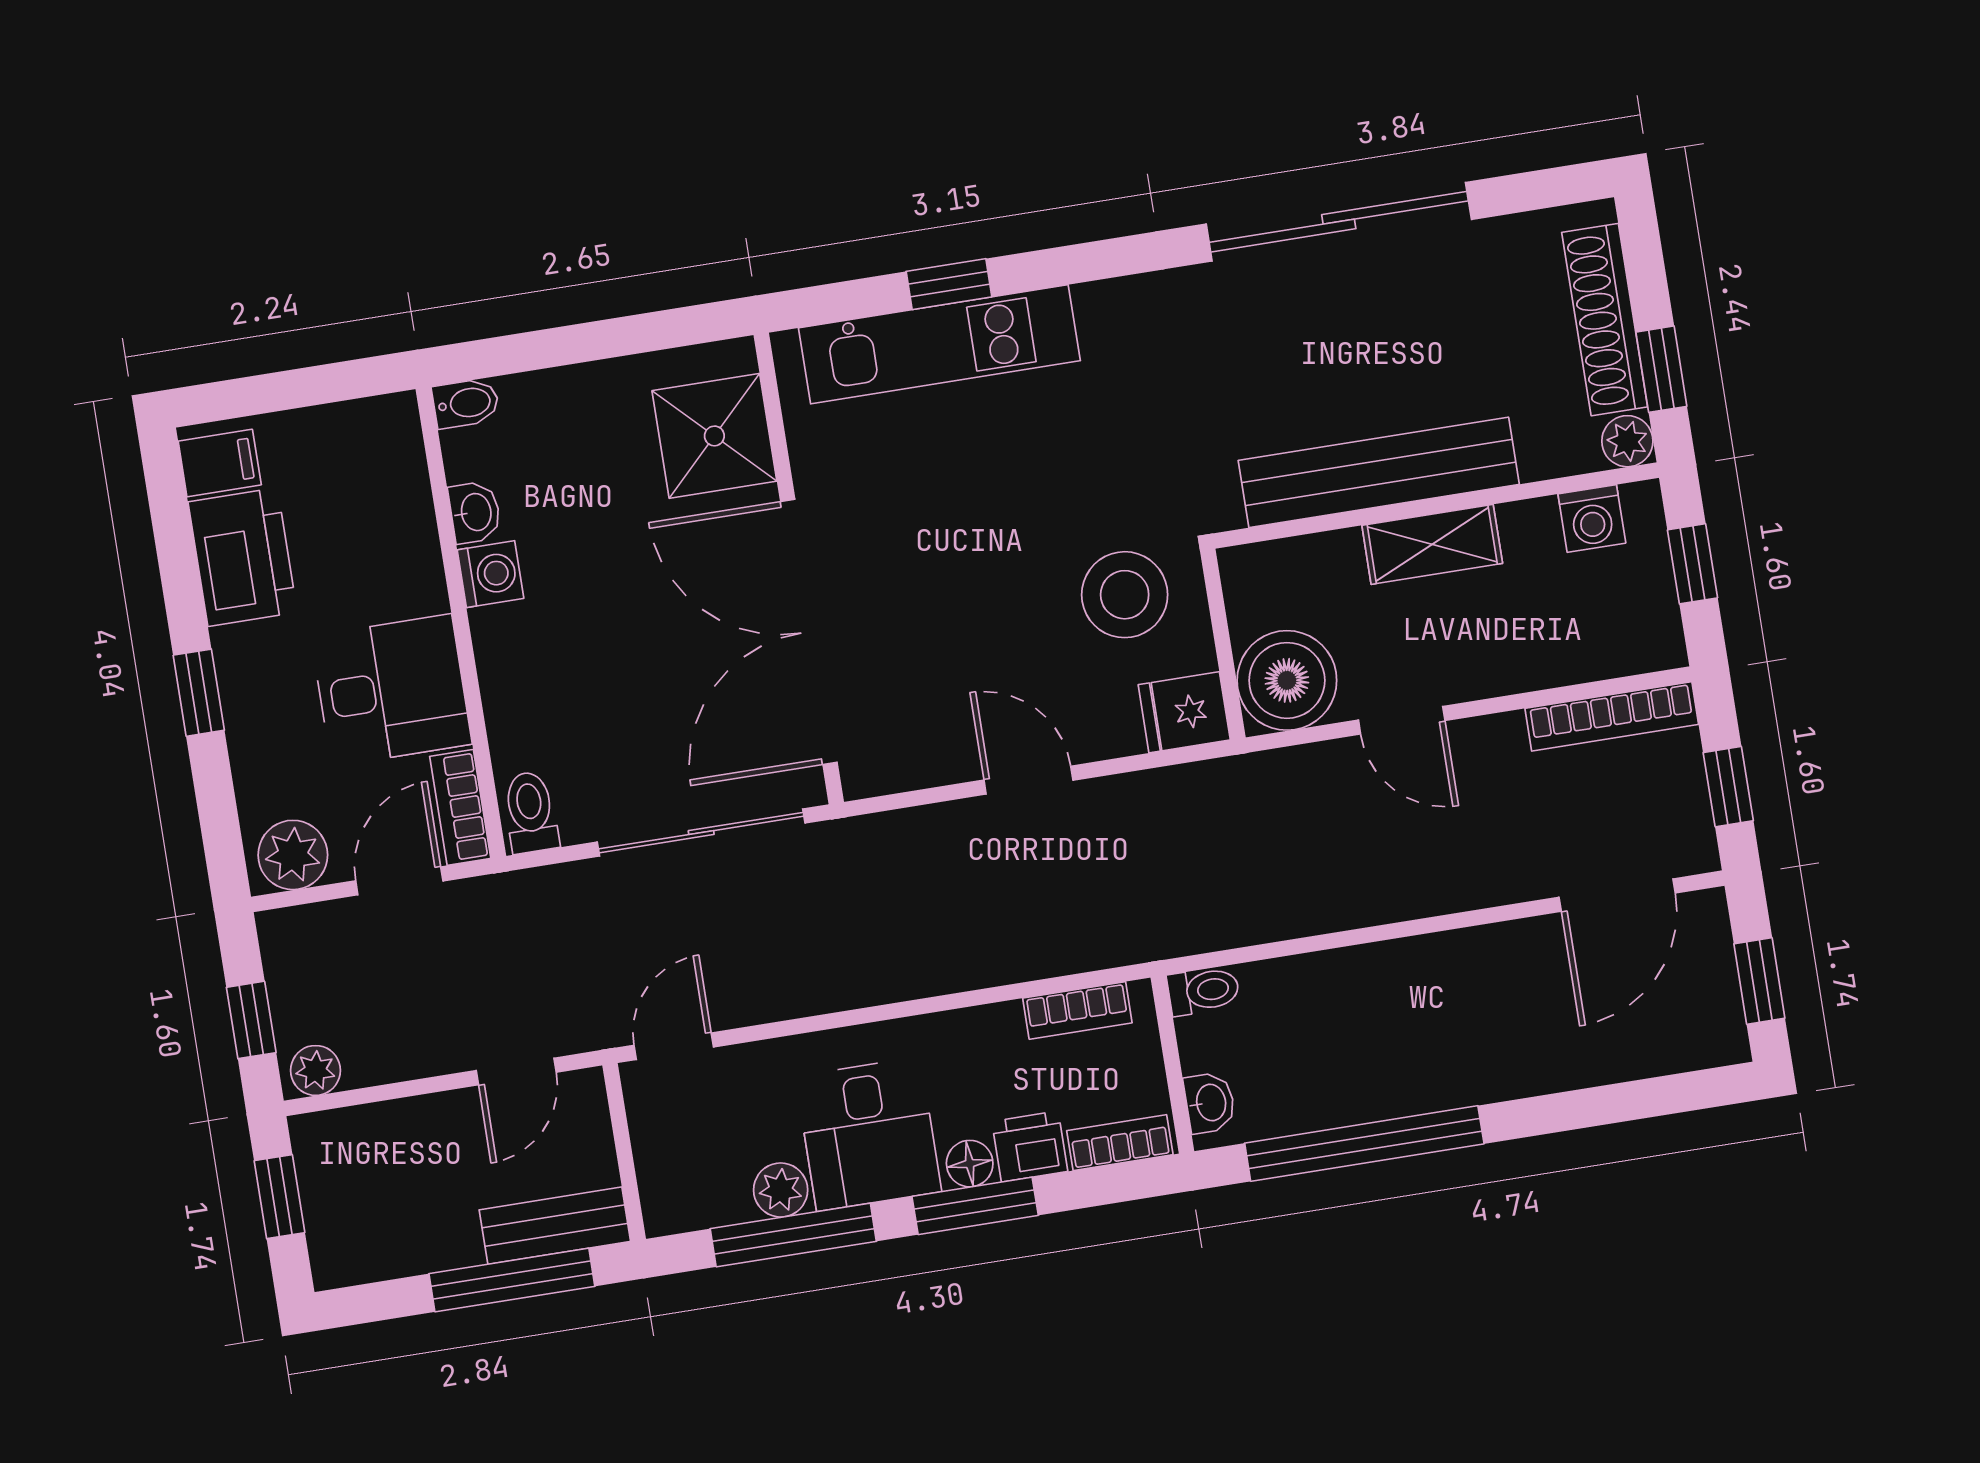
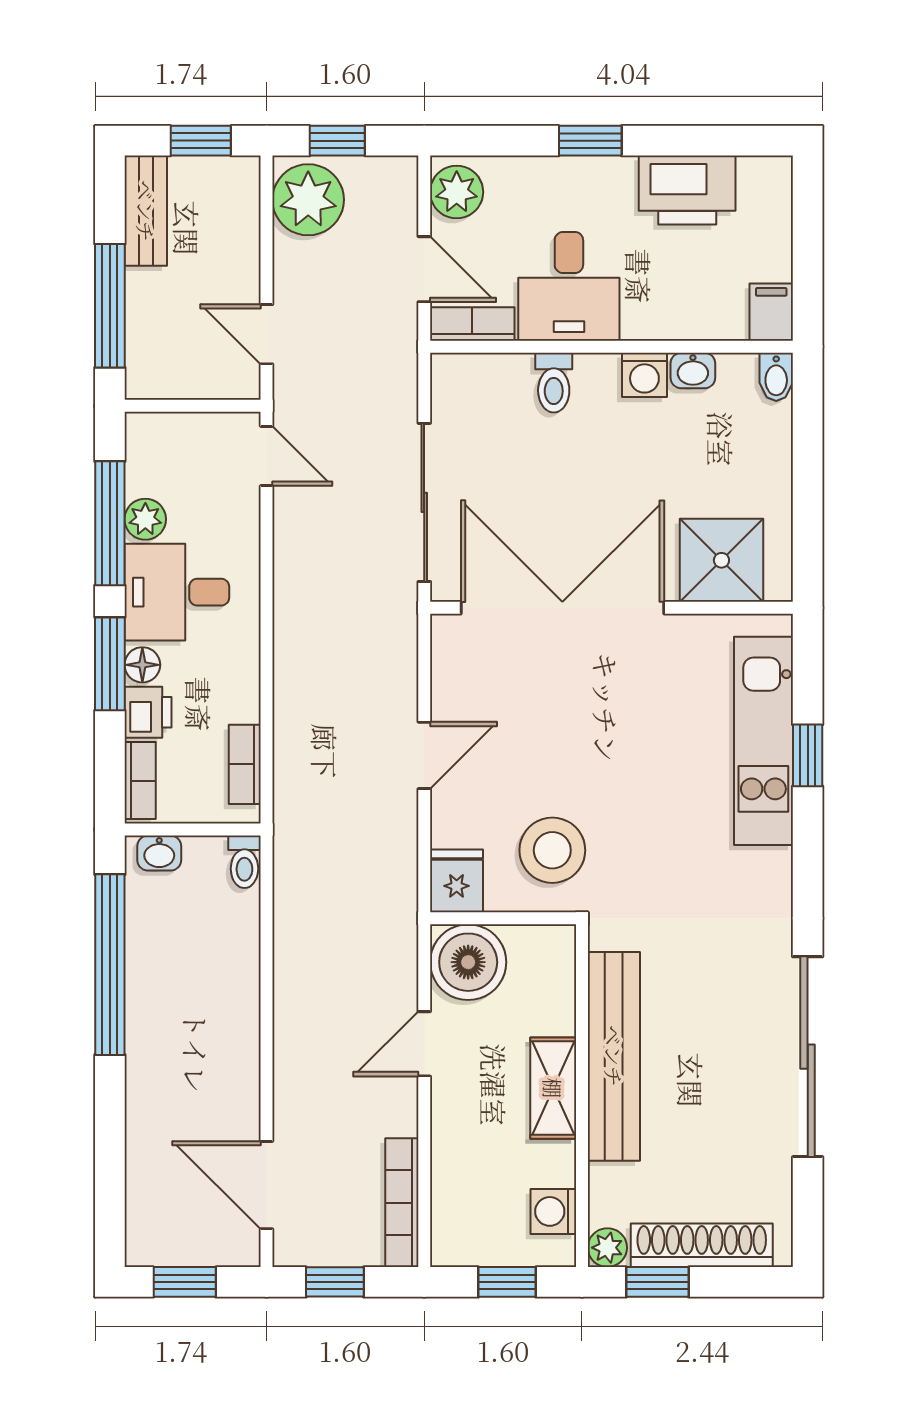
filing cabinet: (220, 463) -> (771, 312), moved, turned 180
toilet: (531, 812) -> (554, 383), moved, turned 90
plant: (315, 1070) -> (308, 200), width x1.88, depth x1.88
bench: (555, 1226) -> (146, 211), moved

